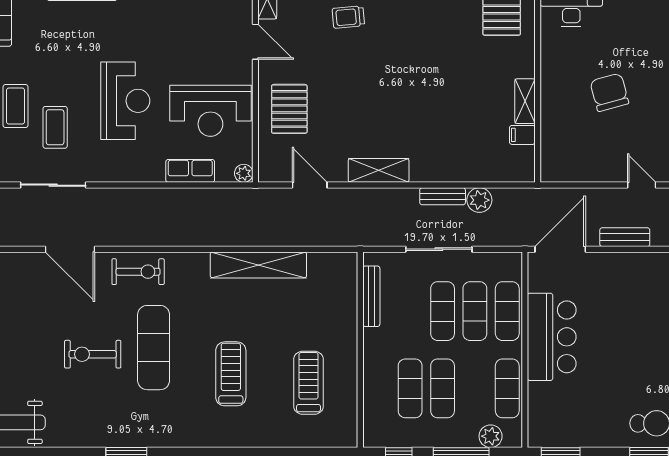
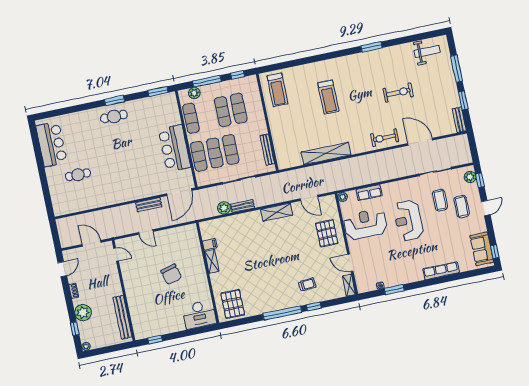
exercise mat: (154, 348) -> (369, 102), removed
treadmill: (309, 383) -> (277, 90), moved

